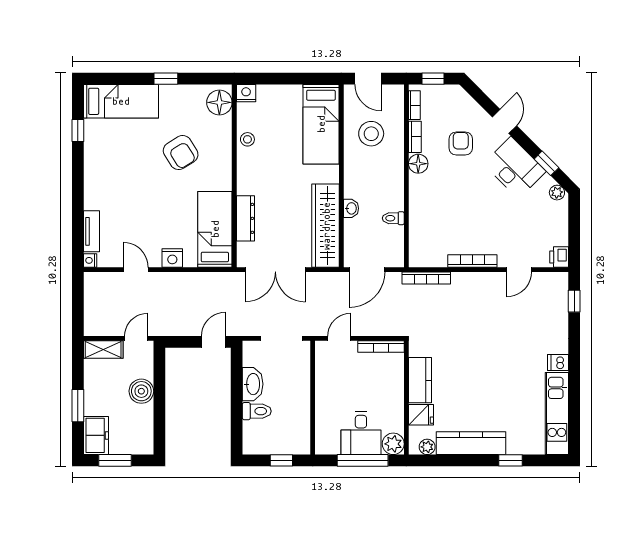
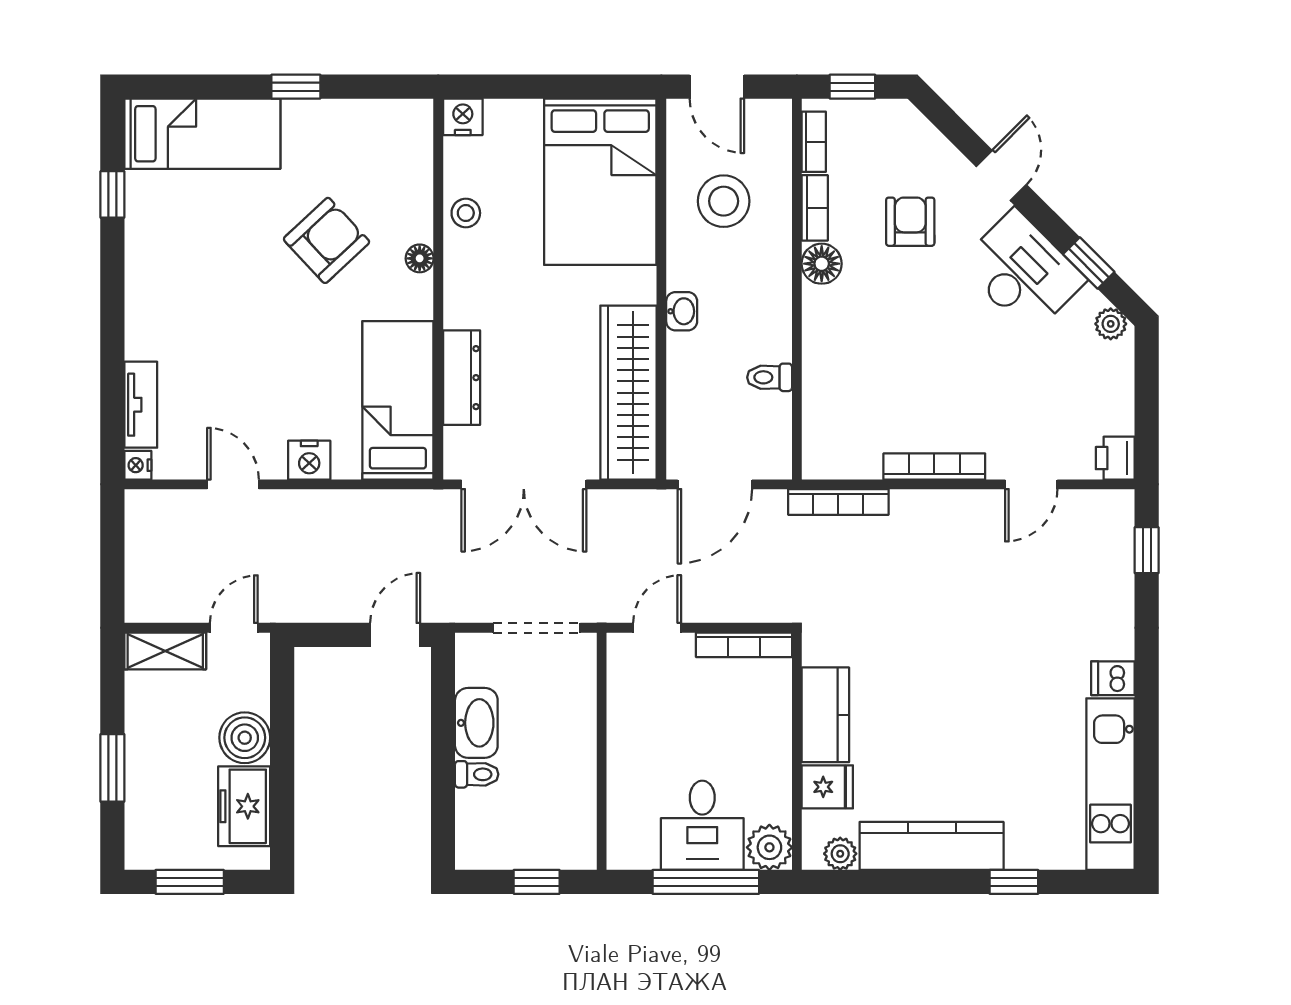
floor lamp: (219, 102) -> (420, 258), moved, width x0.53, depth x0.53
bed: (321, 124) -> (600, 182), width x1.50
armchair: (181, 153) -> (327, 240), turned -101
washbasin: (351, 208) -> (682, 311), moved
toilet: (257, 411) -> (477, 774), width x0.73, depth x0.72
freezer: (96, 435) -> (244, 806), moved, turned 180

